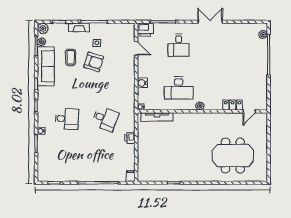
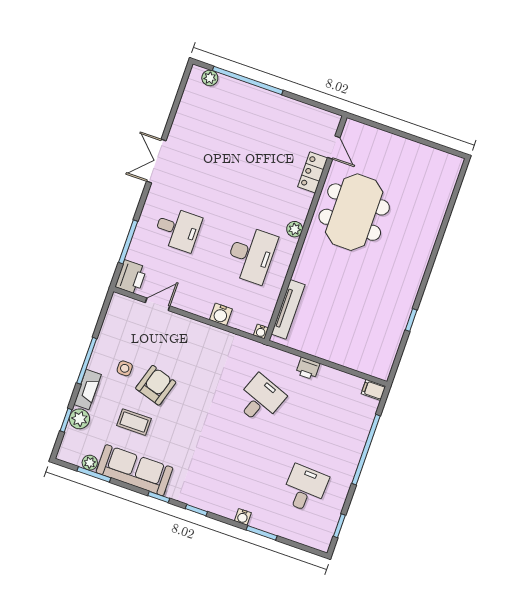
plant: (43, 28) -> (79, 419), moved
desk: (67, 119) -> (305, 489), moved
meeting table: (233, 156) -> (354, 212), moved

